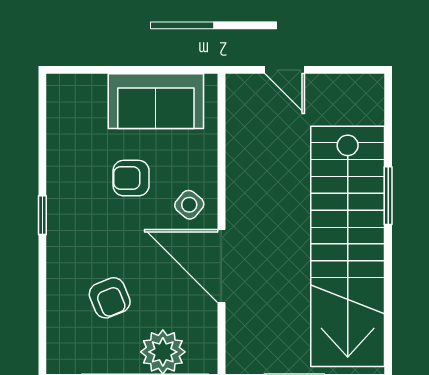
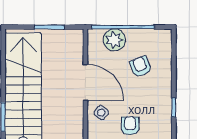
armchair: (131, 178) -> (130, 126), turned -90

